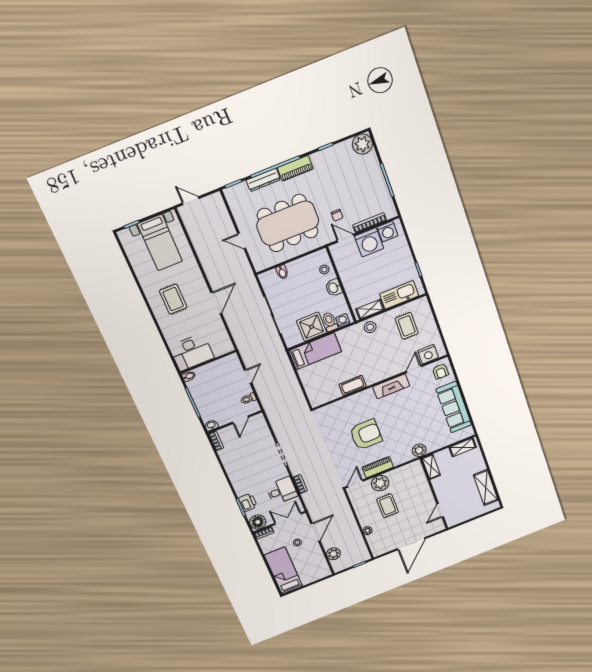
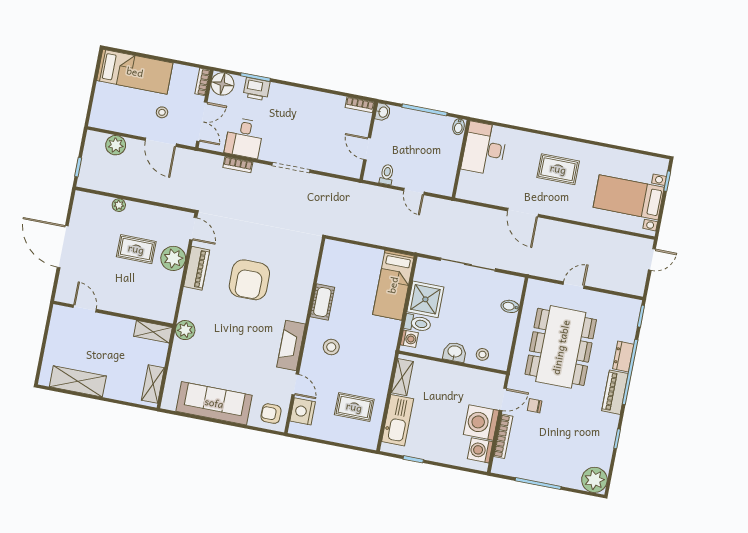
dresser: (263, 180) -> (623, 357), width x0.70
stool: (370, 327) -> (331, 347), moved

